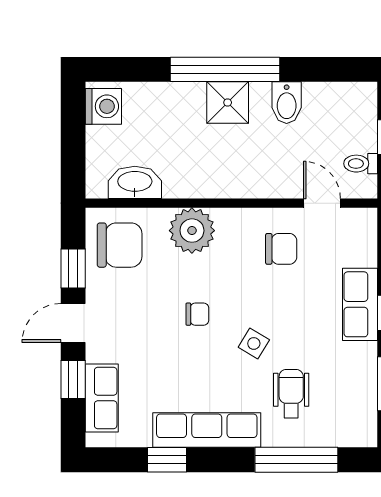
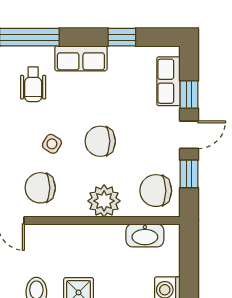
chair: (281, 249) -> (40, 188), width x1.37, depth x1.37
chair: (197, 314) -> (100, 141), width x1.87, depth x1.87
side table: (254, 343) -> (52, 144), moved
row of seats: (207, 430) -> (81, 58), width x0.68

